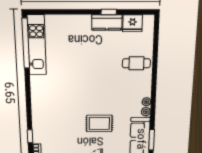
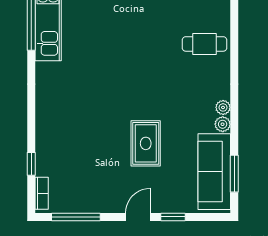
rug: (99, 123) -> (146, 143), turned 90

